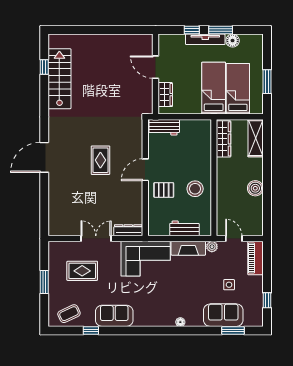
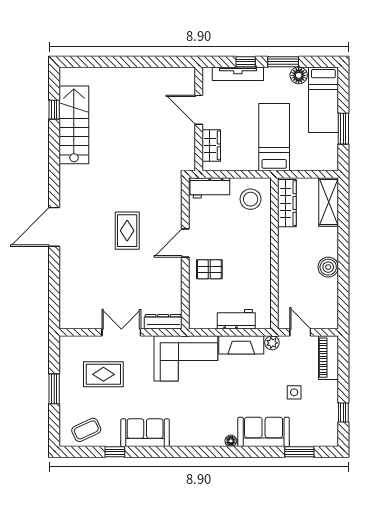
tv unit: (205, 39) -> (238, 74), moved
bed: (238, 89) -> (323, 100), moved, turned 180
stool: (195, 189) -> (251, 199), moved
sofa: (223, 315) -> (264, 432), moved

